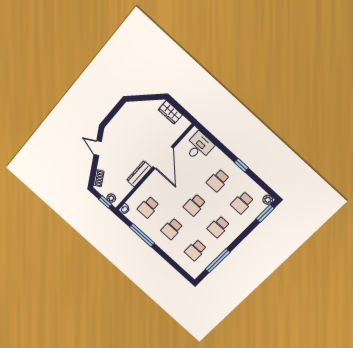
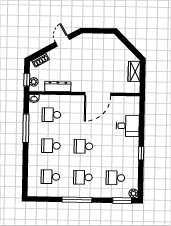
desk: (199, 147) -> (128, 126), moved
dresser: (139, 174) -> (58, 87), moved
school desk: (218, 180) -> (116, 147), removed
window: (218, 261) -> (77, 200), moved

